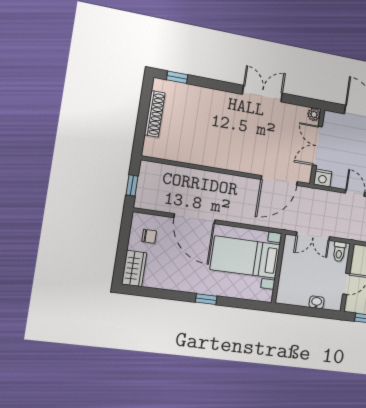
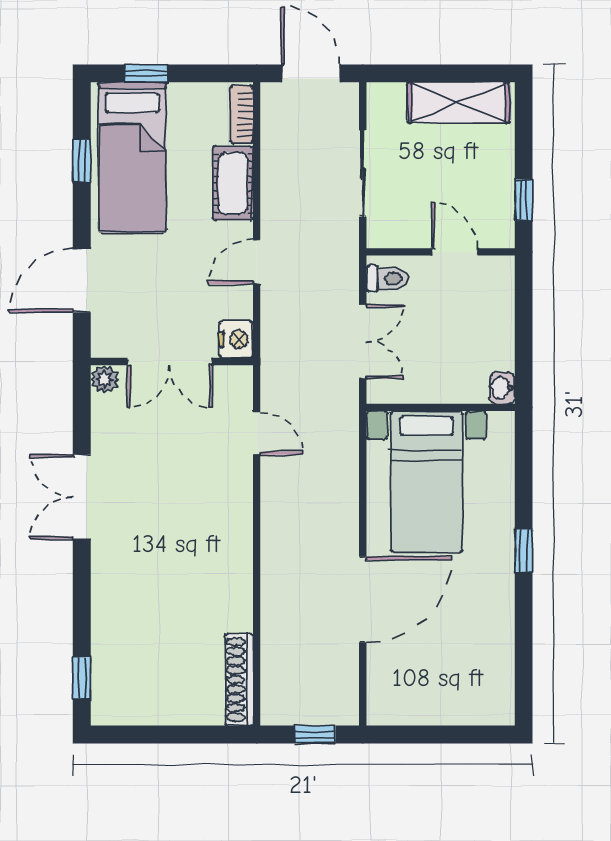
shoe rack: (155, 114) -> (239, 680), moved, turned -90
door: (279, 181) -> (257, 433), width x0.53
chair: (149, 236) -> (411, 685), removed
wardrobe: (134, 268) -> (480, 705), removed
washbasin: (317, 302) -> (502, 388), moved

